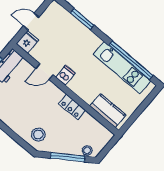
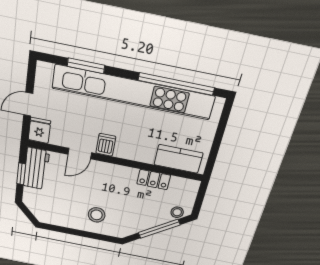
kitchen unit: (122, 68) -> (133, 92), width x1.86
locker: (72, 107) -> (154, 180), moved
stool: (38, 135) -> (97, 215), moved

